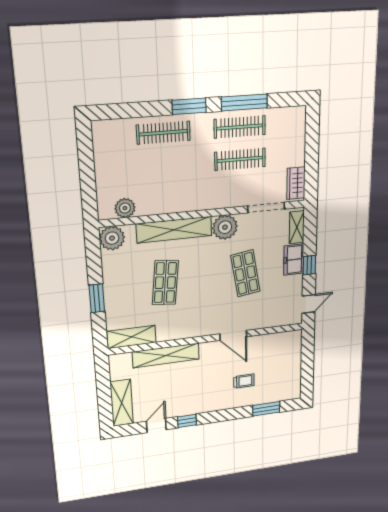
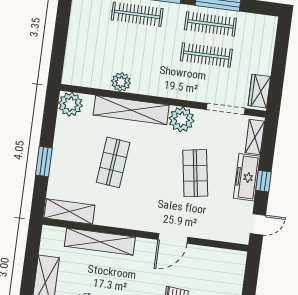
plant: (125, 208) -> (121, 82), moved
freezer: (294, 260) -> (247, 177), width x1.40
door: (233, 335) -> (173, 238), hinge flipped

